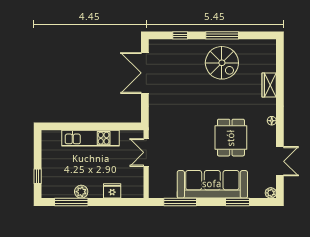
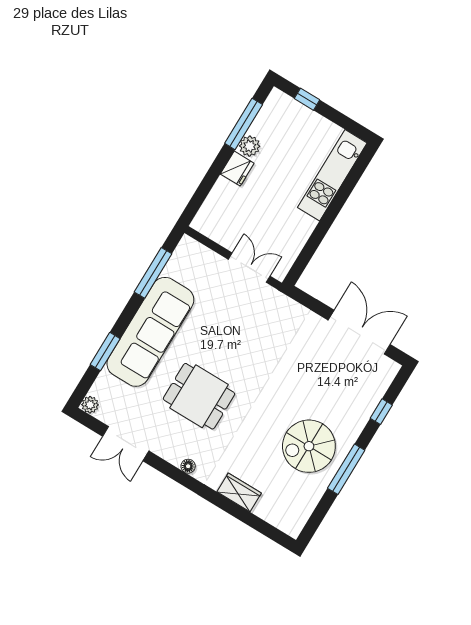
kitchen unit: (90, 138) -> (332, 175), moved
fridge: (112, 191) -> (237, 169), moved

